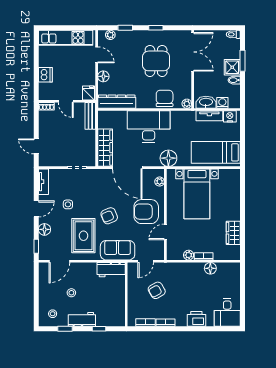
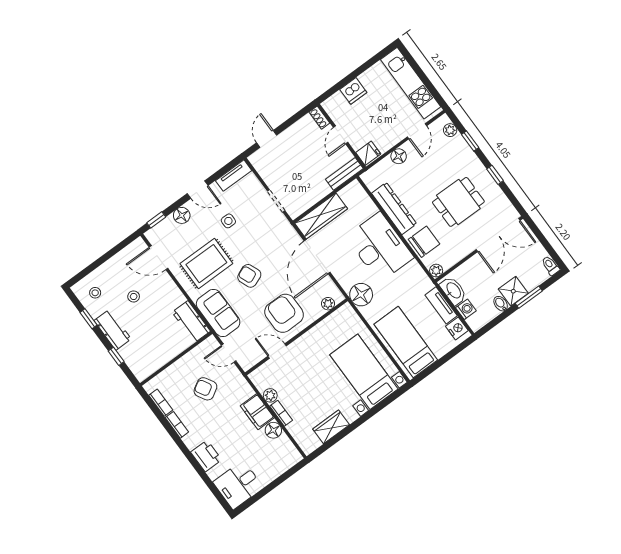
dresser: (117, 102) -> (394, 208), moved
bed with nightstands: (197, 194) -> (364, 372), moved, turned 90
filing cabinet: (192, 270) -> (257, 412), added

